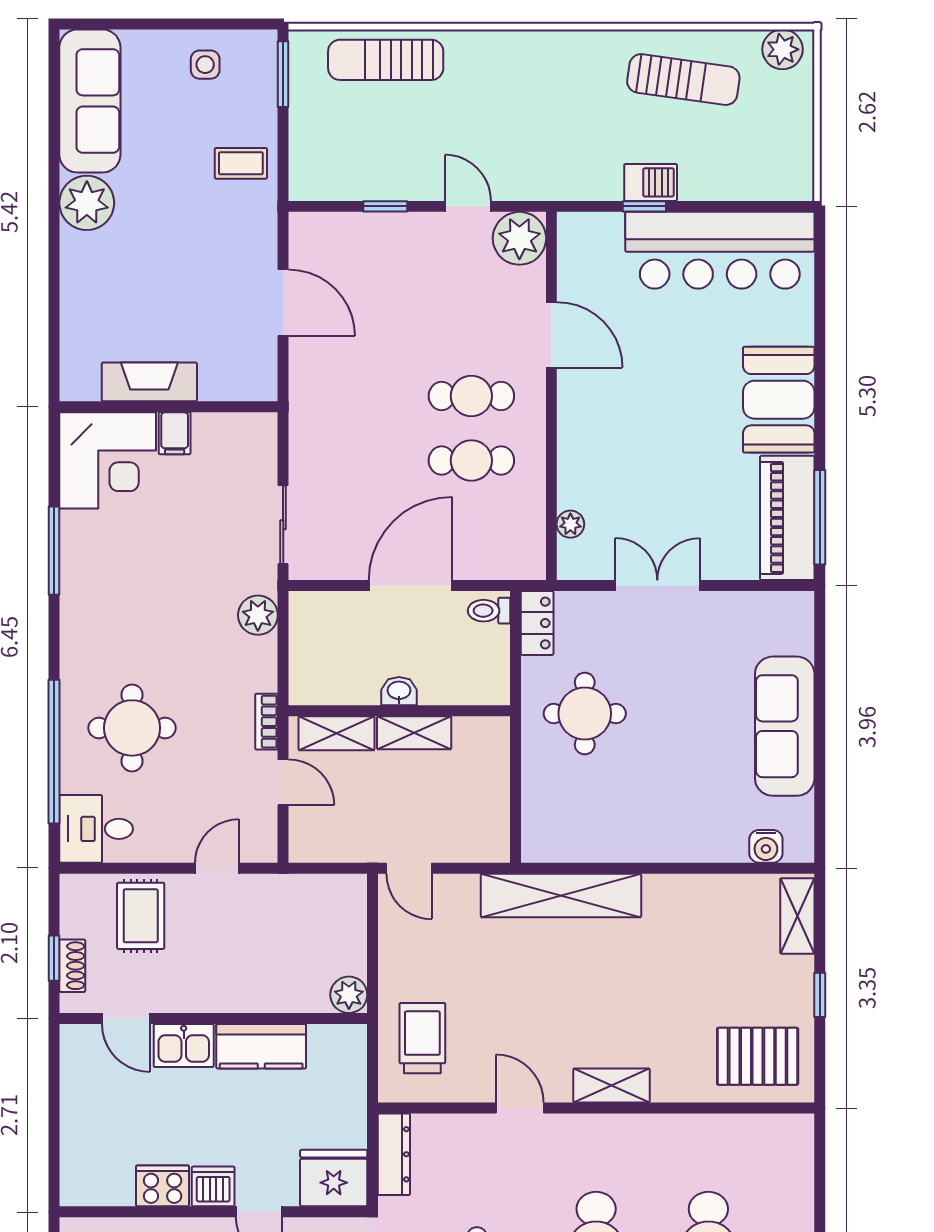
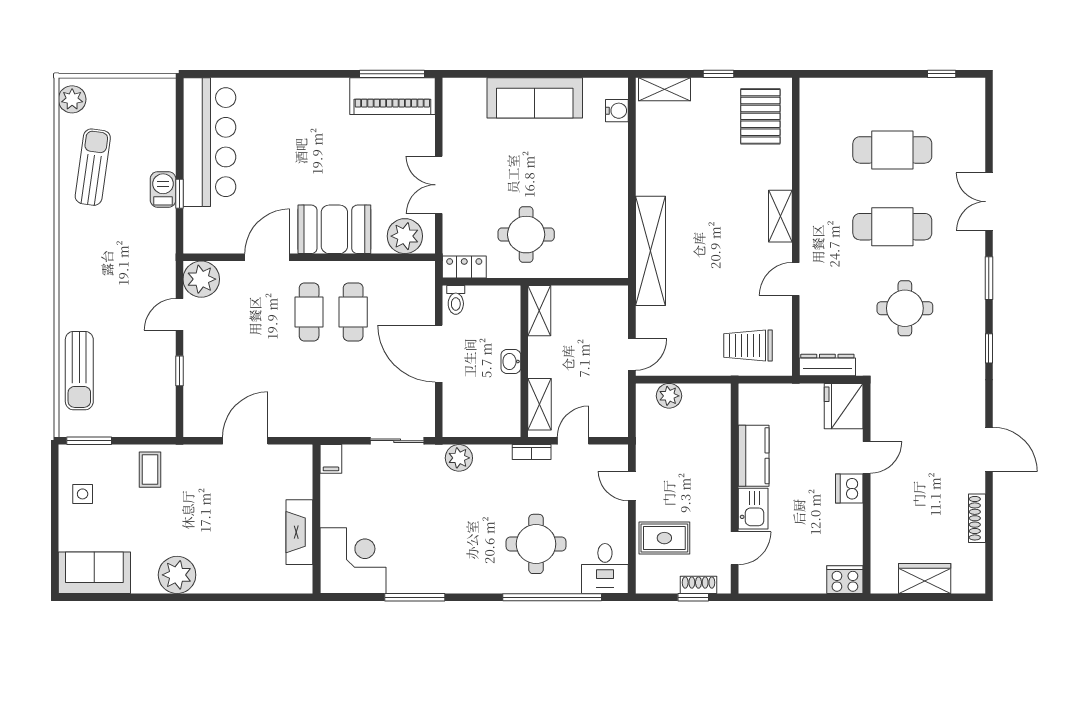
sofa: (90, 101) -> (94, 573), width x0.73
booth: (779, 400) -> (334, 229), moved
filing cabinet: (175, 433) -> (331, 459), moved, turned 90
plant: (570, 524) -> (405, 236), width x1.87, depth x1.87
shelving: (414, 733) -> (539, 311), moved
plant: (349, 995) -> (669, 396), moved
cooker: (163, 1186) -> (845, 580), moved, turned 90

